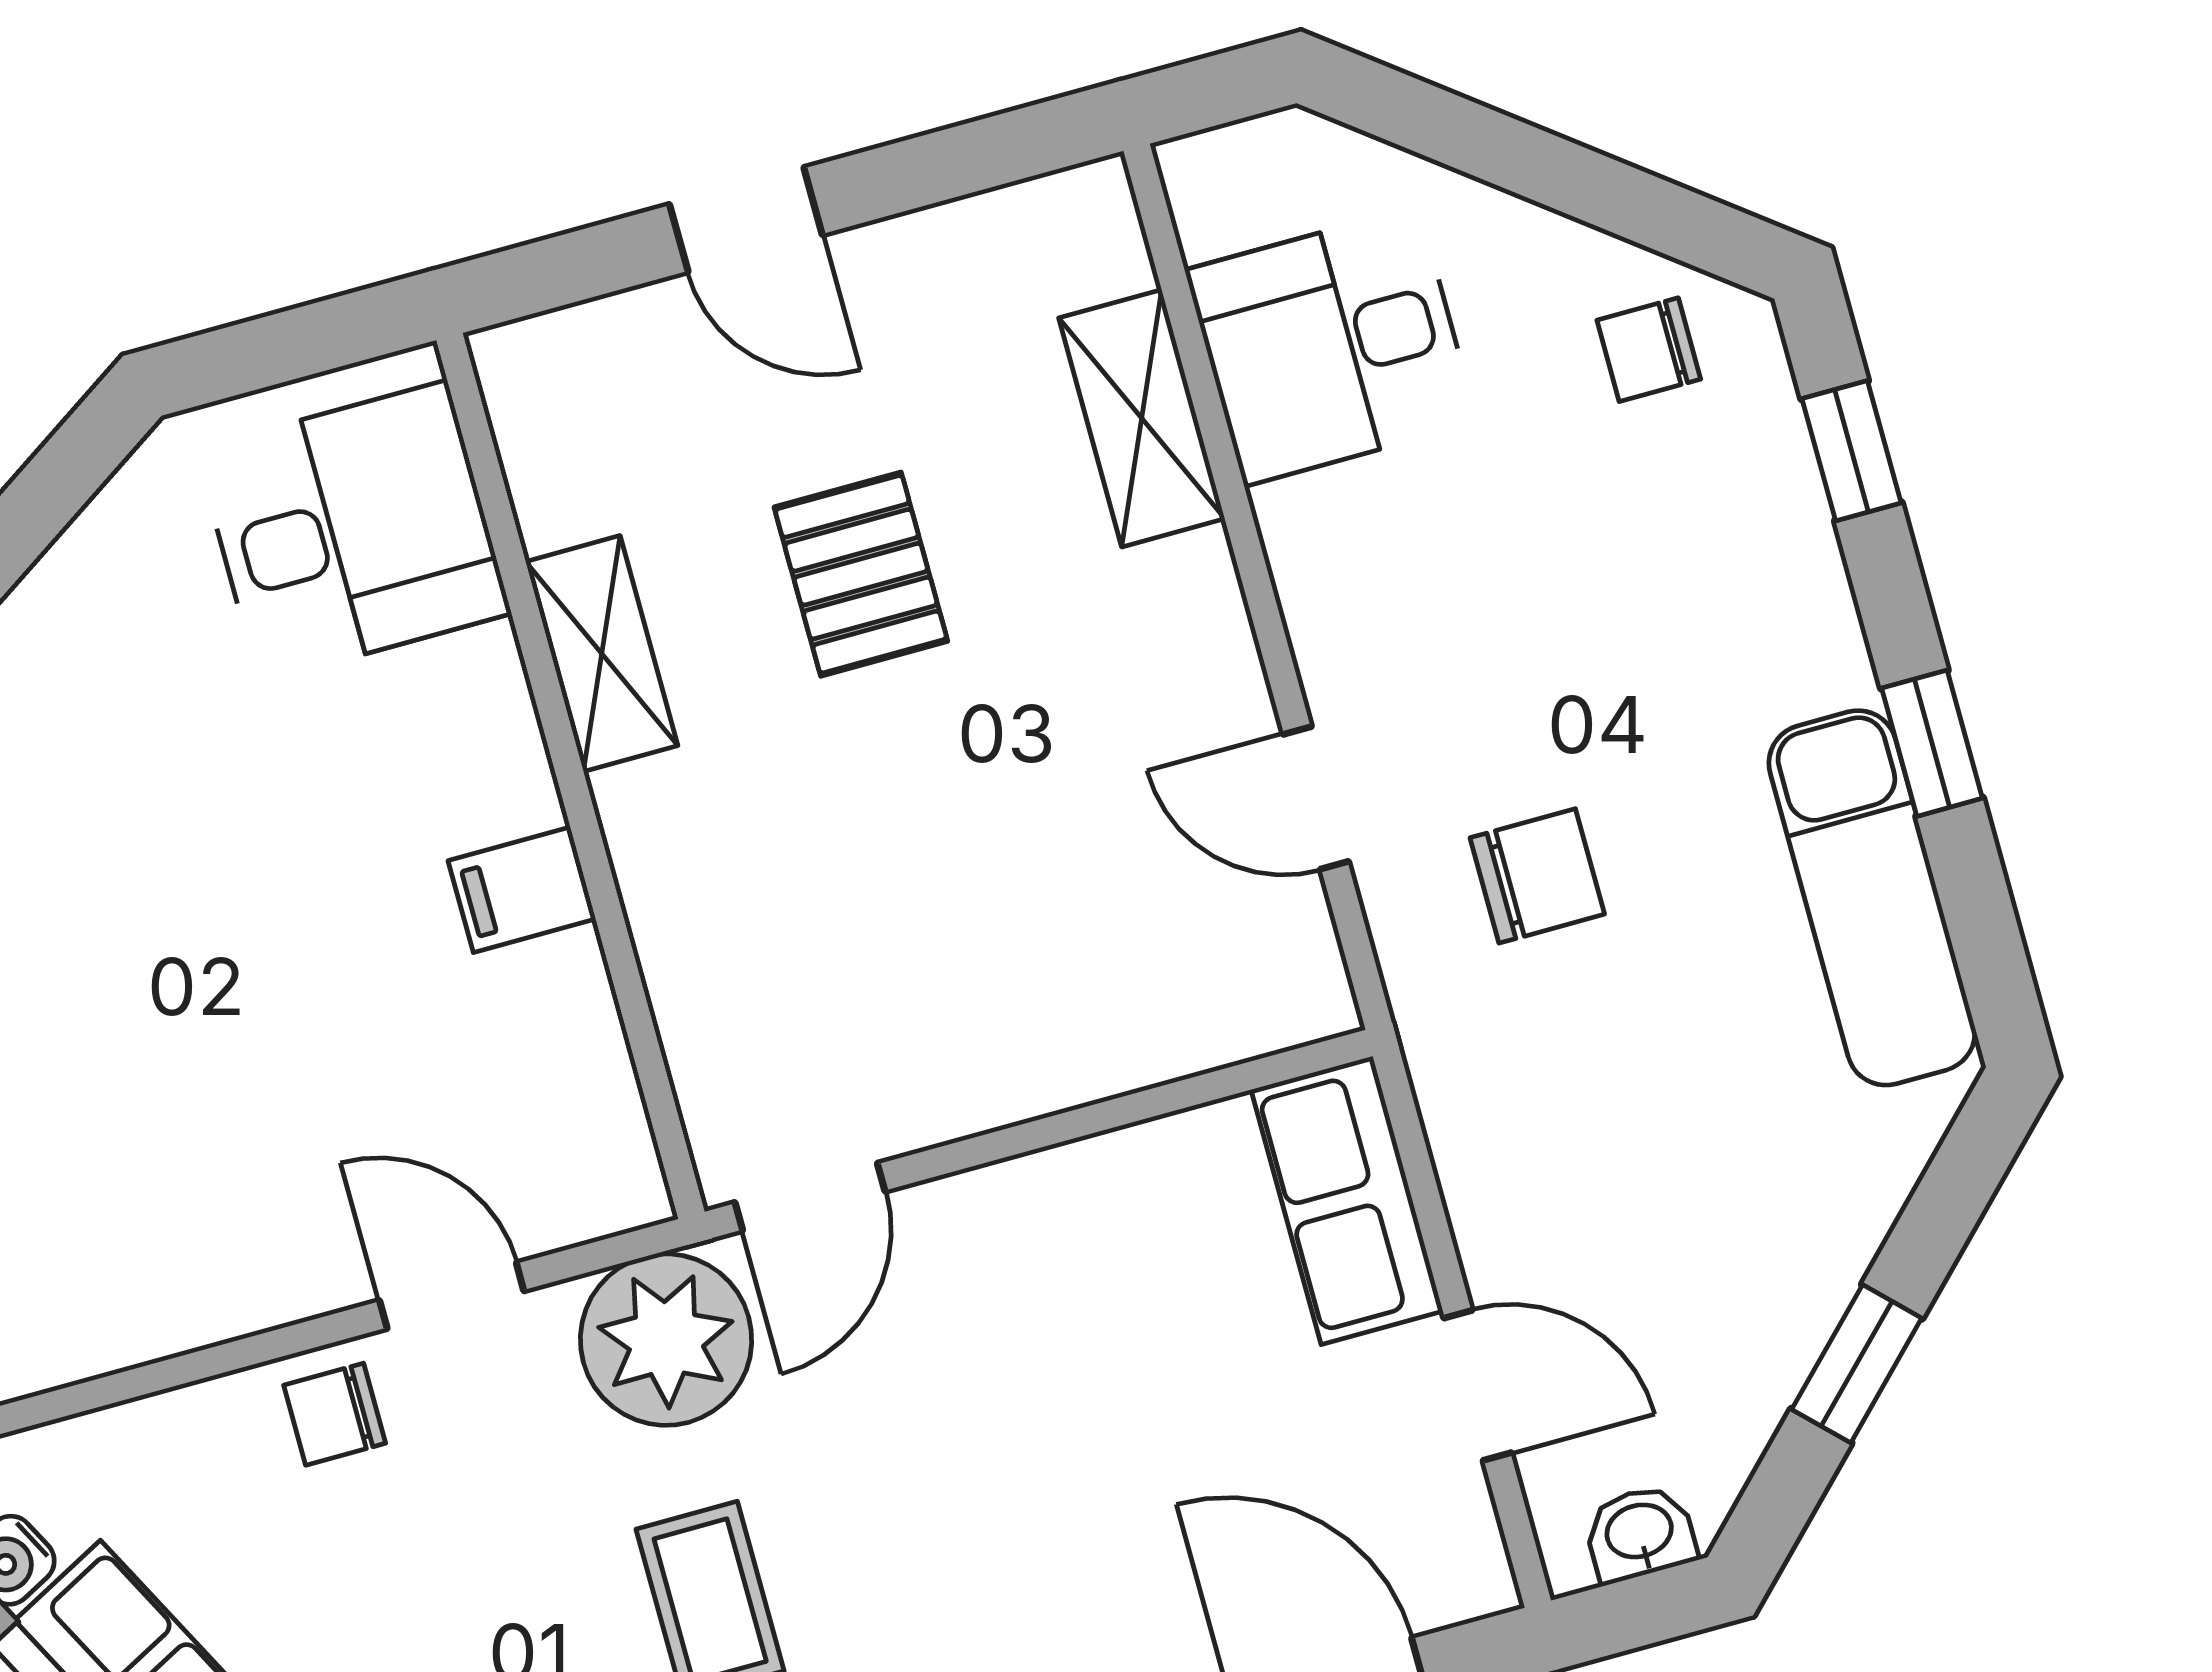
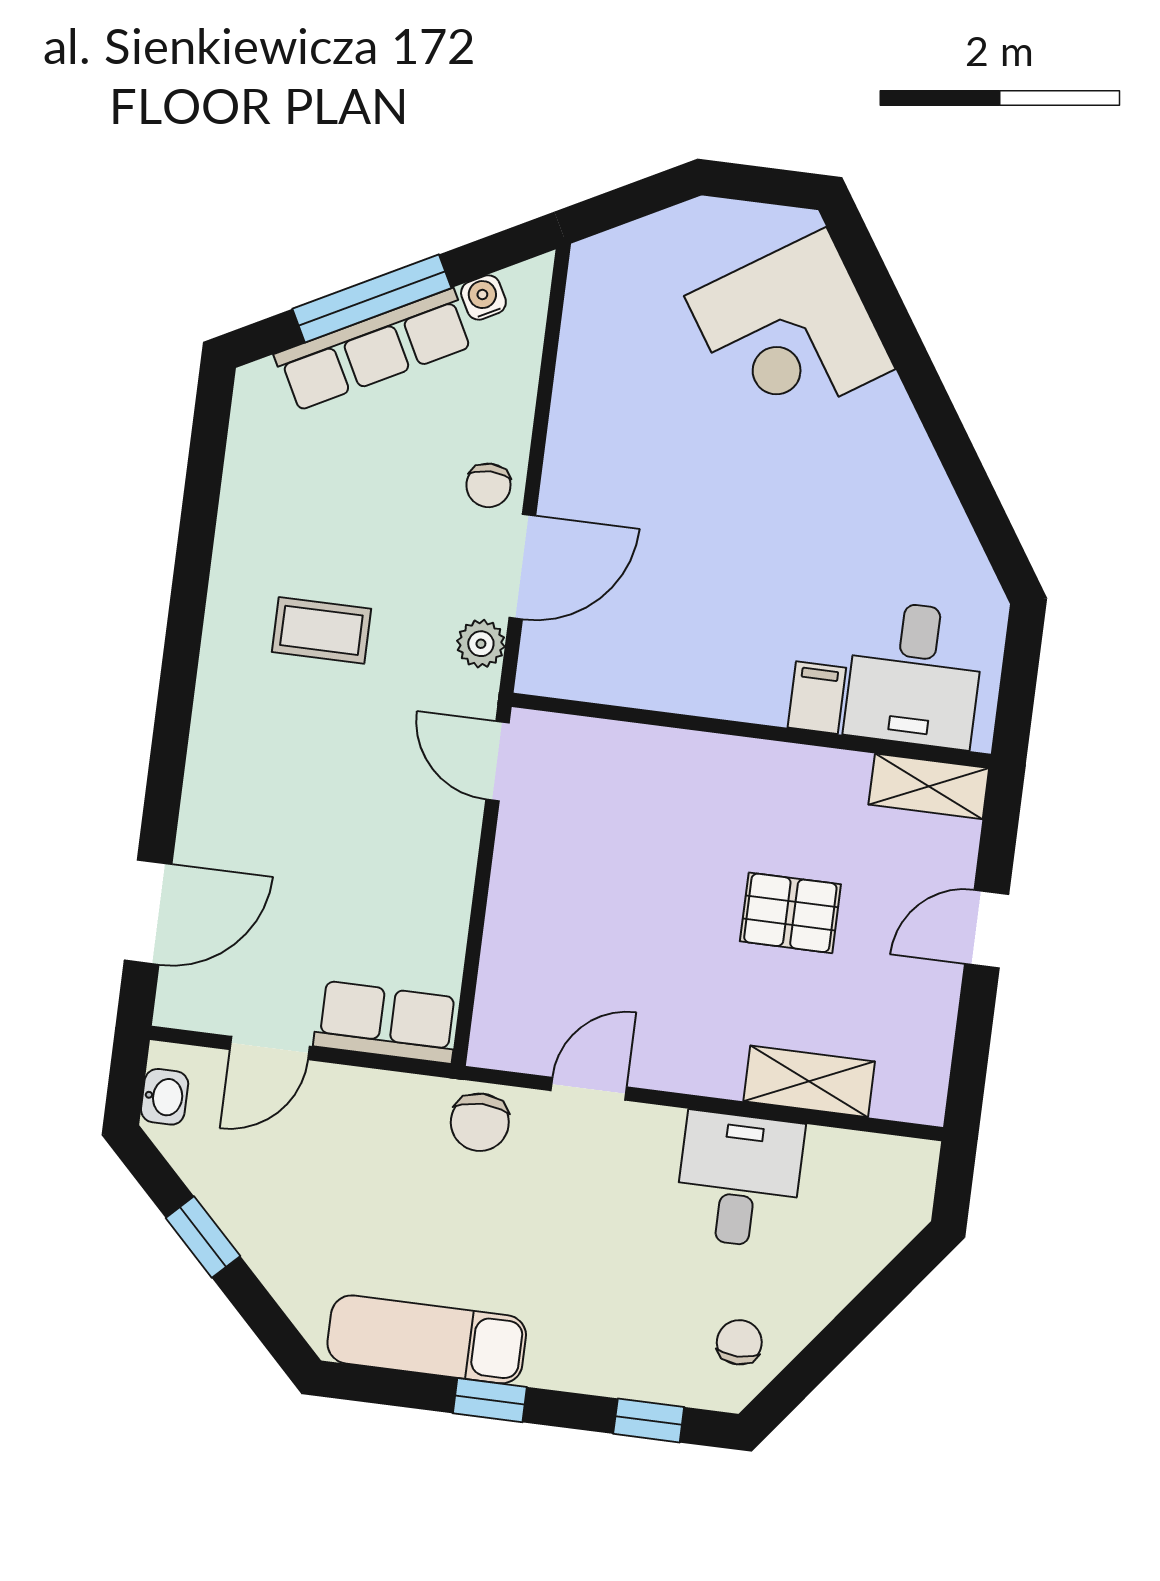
desk: (1331, 346) -> (739, 1180), moved
shelving: (602, 654) -> (929, 786), moved
chair: (1537, 876) -> (480, 1122), moved
filing cabinet: (522, 890) -> (817, 698), moved
door: (452, 1296) -> (522, 567), width x1.38
plant: (666, 1340) -> (481, 644), width x0.53, depth x0.53
chair: (335, 1414) -> (488, 485), turned 180

